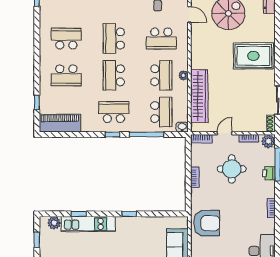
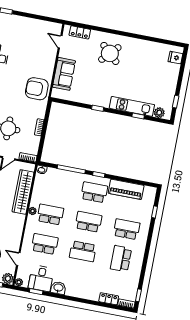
school desk: (66, 39) -> (121, 259), turned 90
school desk: (114, 39) -> (83, 251), turned 90
school desk: (114, 75) -> (88, 222), turned -90
school desk: (161, 75) -> (50, 214), turned 90
school desk: (114, 112) -> (94, 192), turned 180
school desk: (161, 112) -> (56, 185), removed
piano: (60, 123) -> (126, 189), moved

